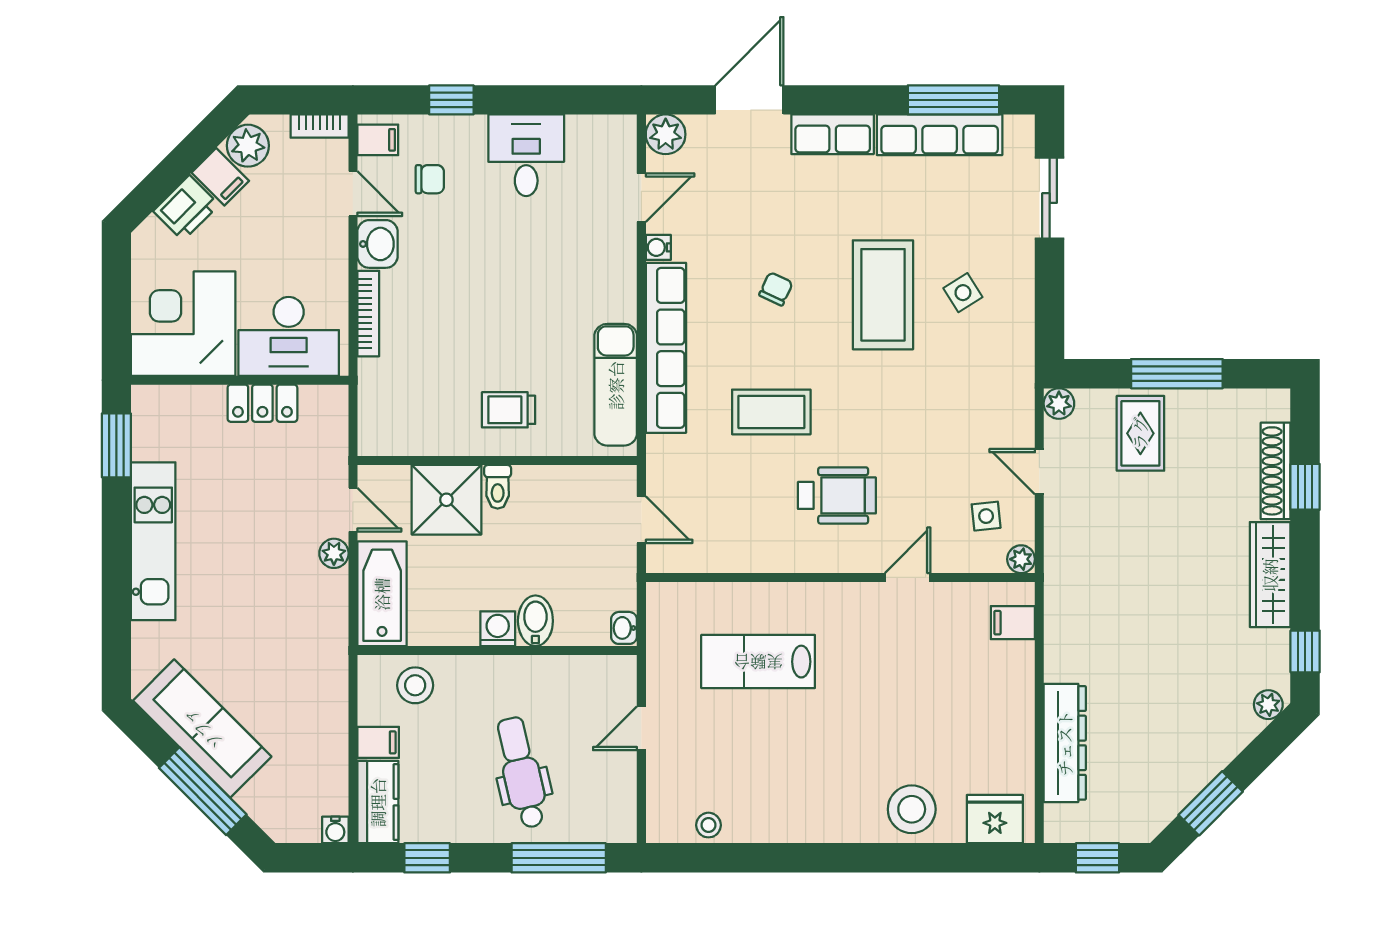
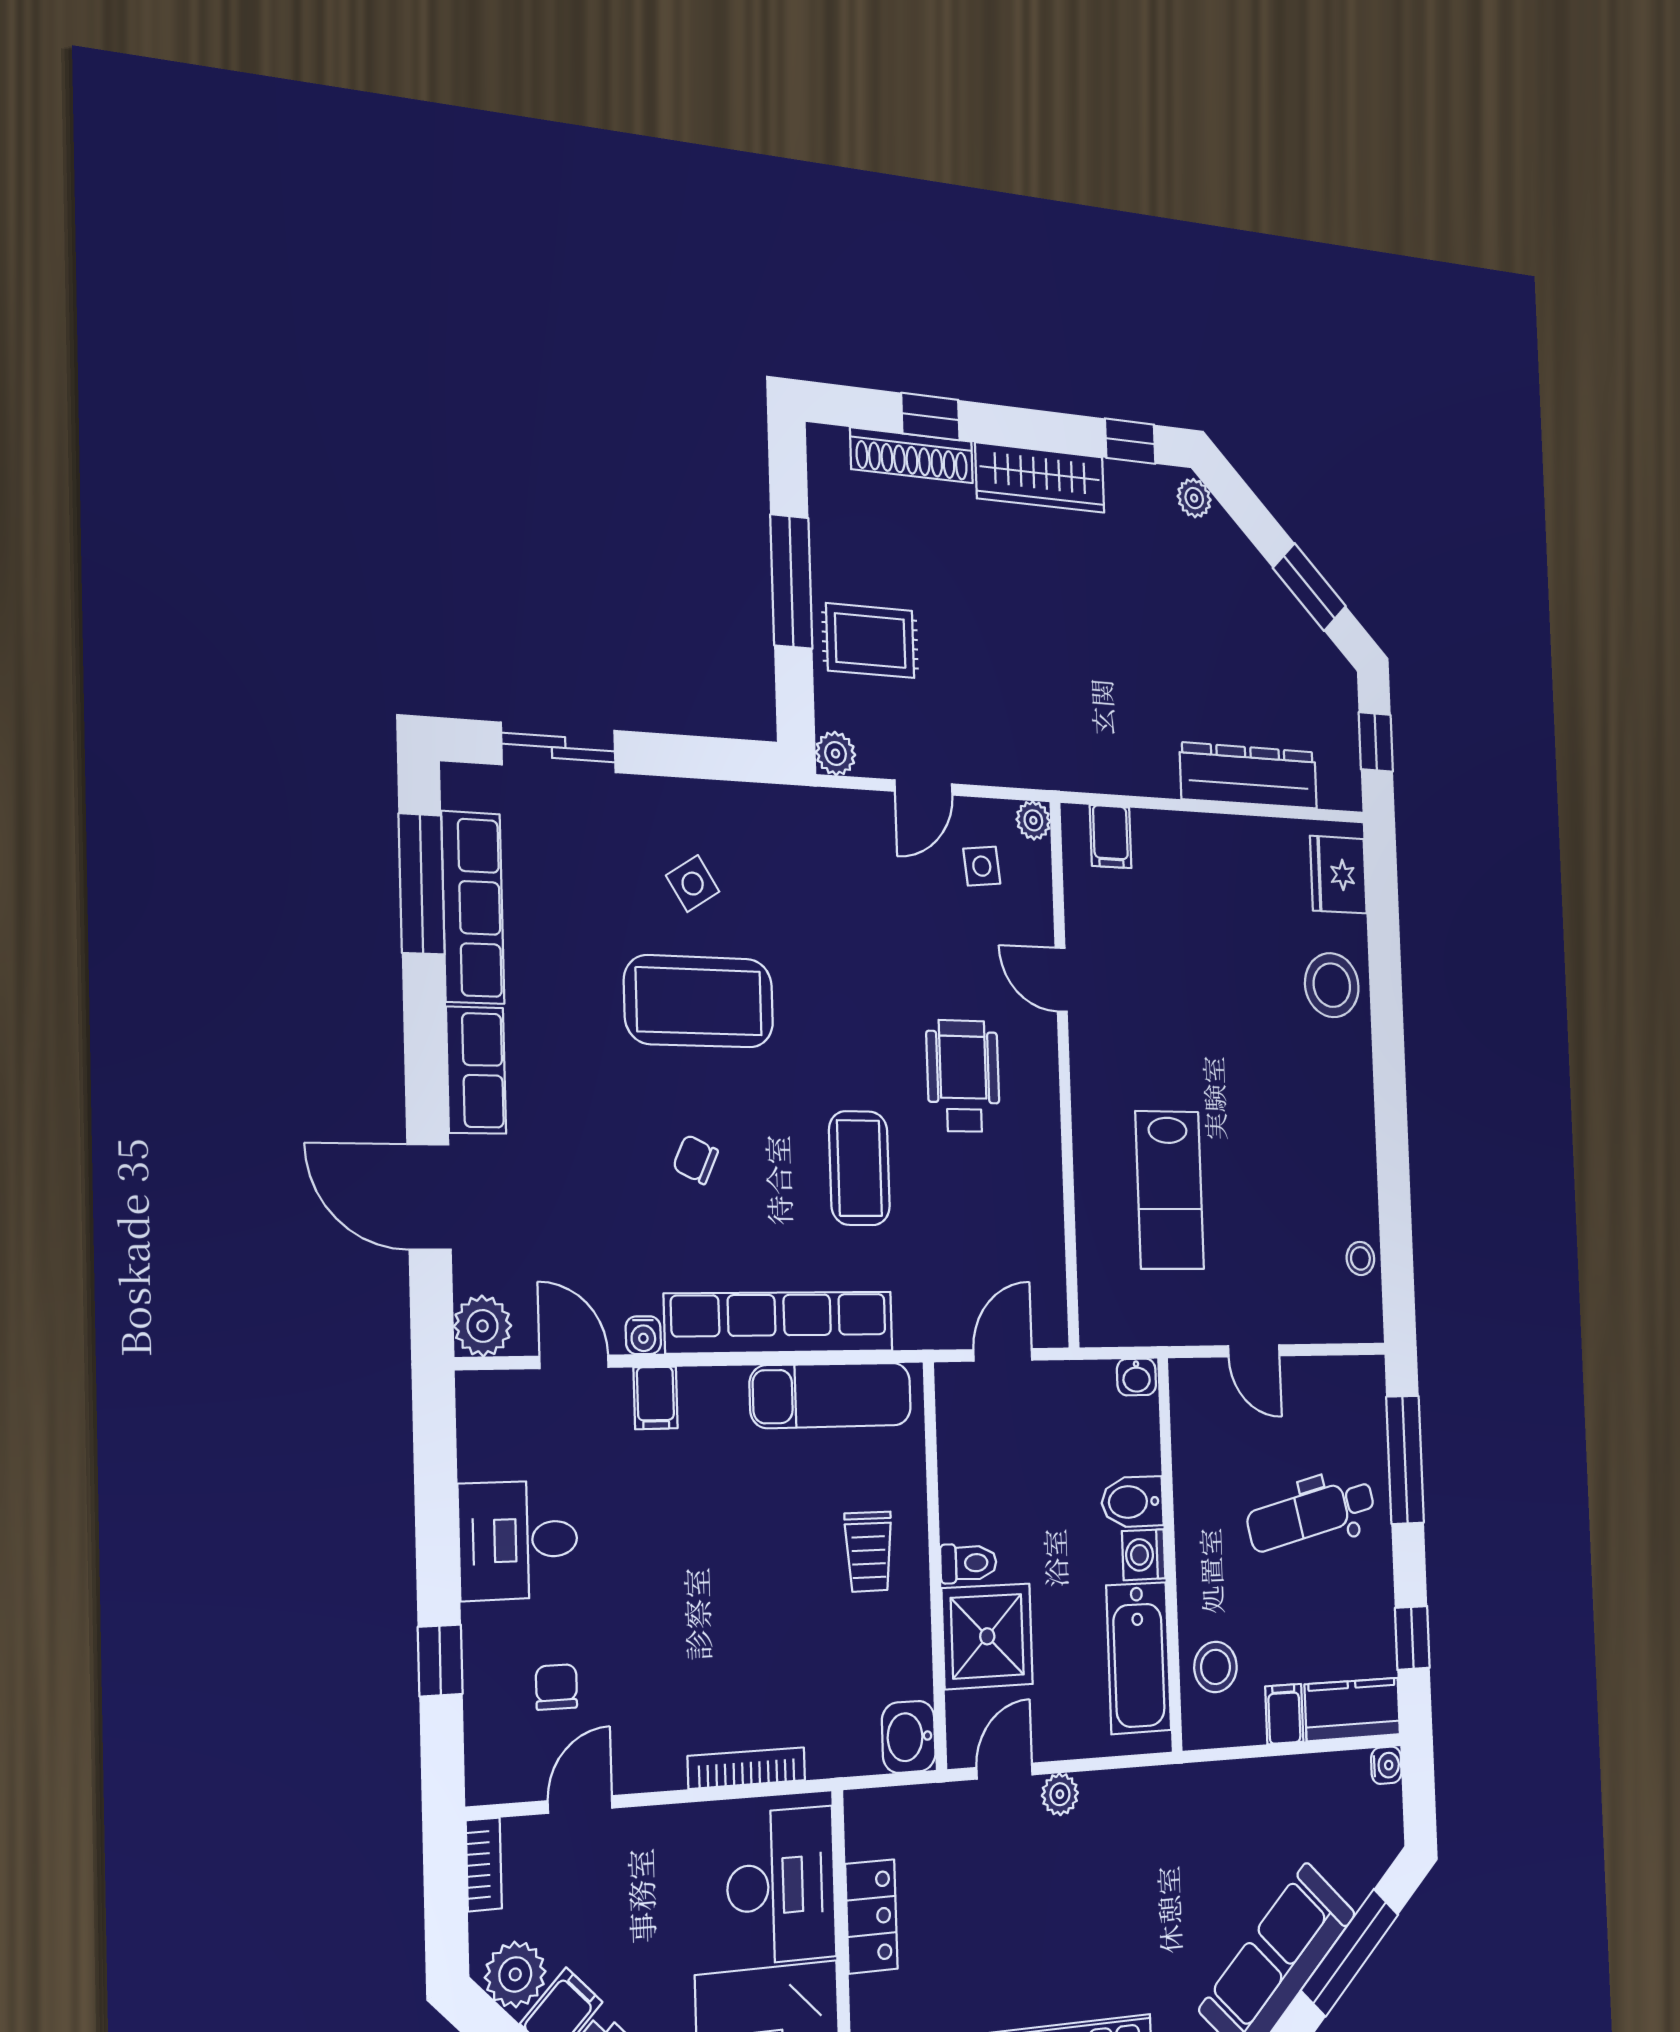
filing cabinet: (378, 140) -> (655, 1398), moved, turned 180
washbasin: (378, 244) -> (909, 1737), moved, turned -90
bathtub: (382, 594) -> (1139, 1658), moved, turned -90

